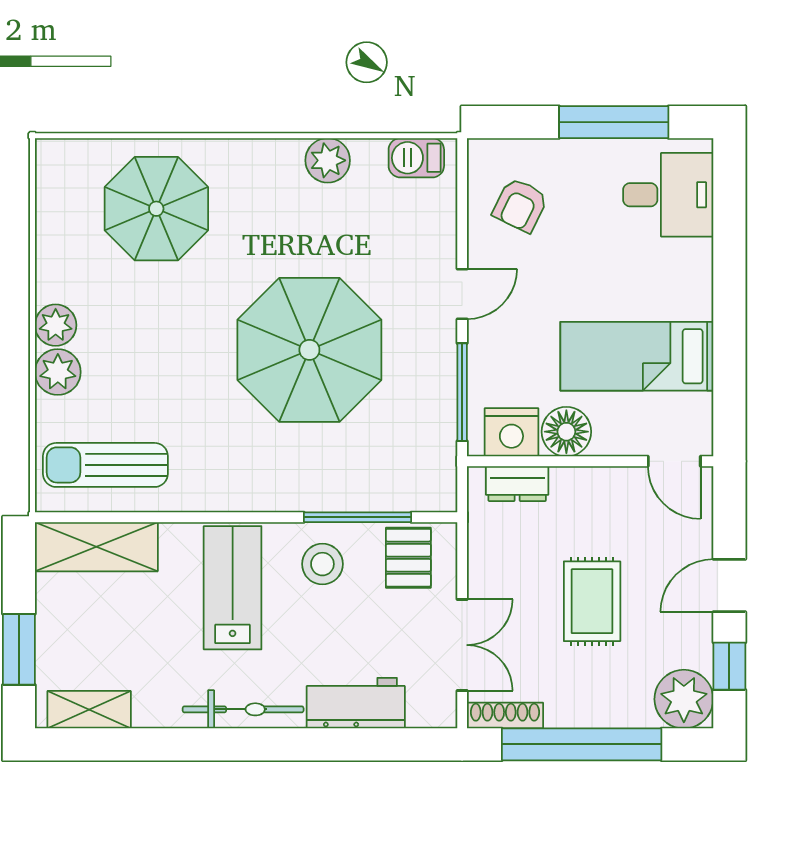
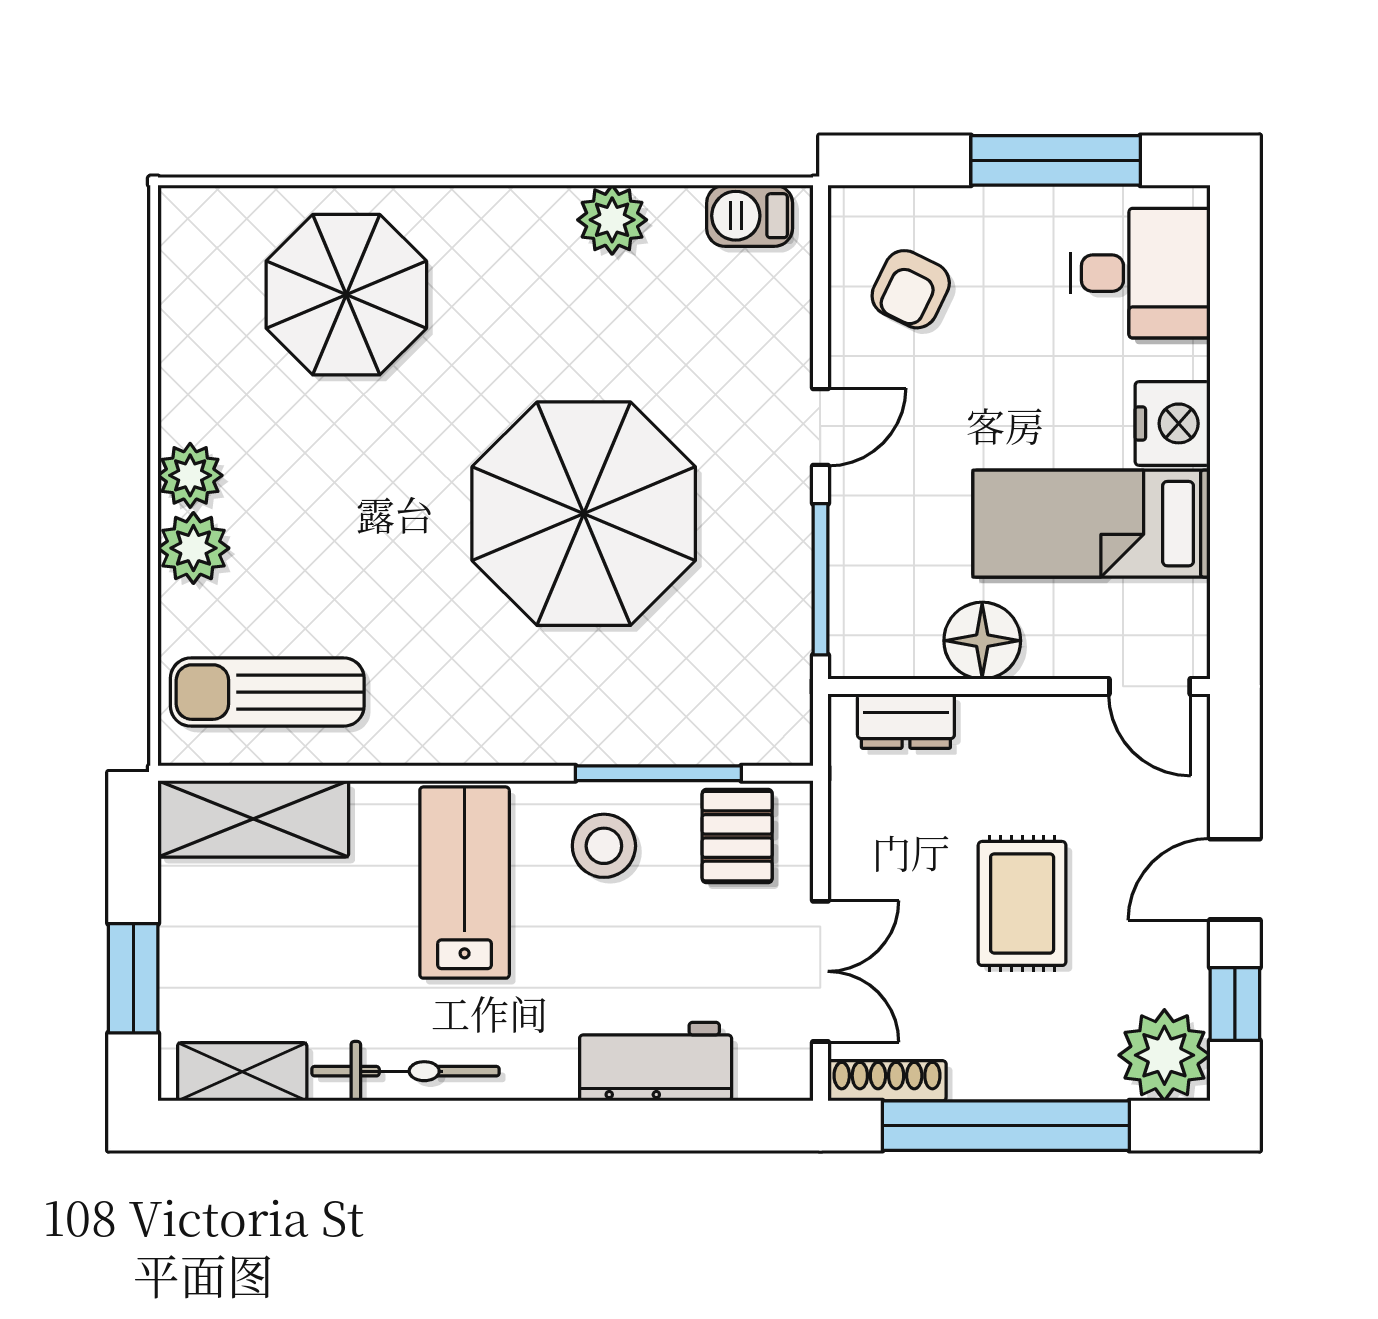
nightstand: (511, 432) -> (1173, 423), moved, turned -90
bicycle: (243, 709) -> (405, 1071), moved

